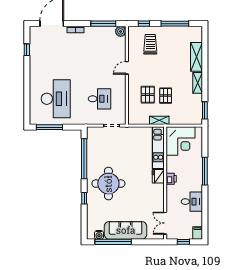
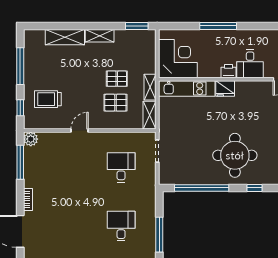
door: (127, 68) -> (79, 131), swing flipped
desk: (56, 99) -> (121, 226), width x0.53, depth x0.77
shelving: (138, 120) -> (150, 115), added
desk: (192, 202) -> (250, 64), moved, turned 180

